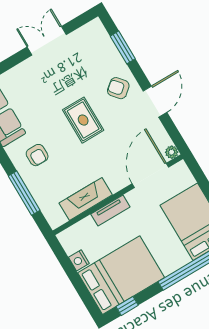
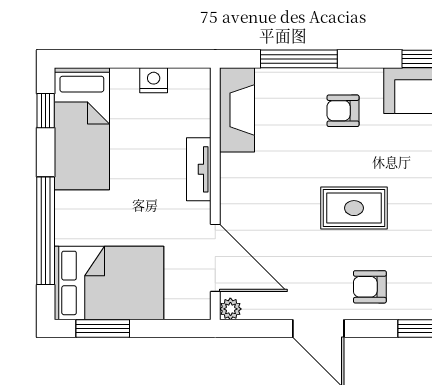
armchair: (118, 88) -> (370, 287), turned -140
fireplace: (86, 199) -> (237, 110), moved
bed: (121, 275) -> (82, 129), width x0.67

